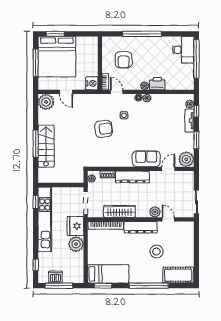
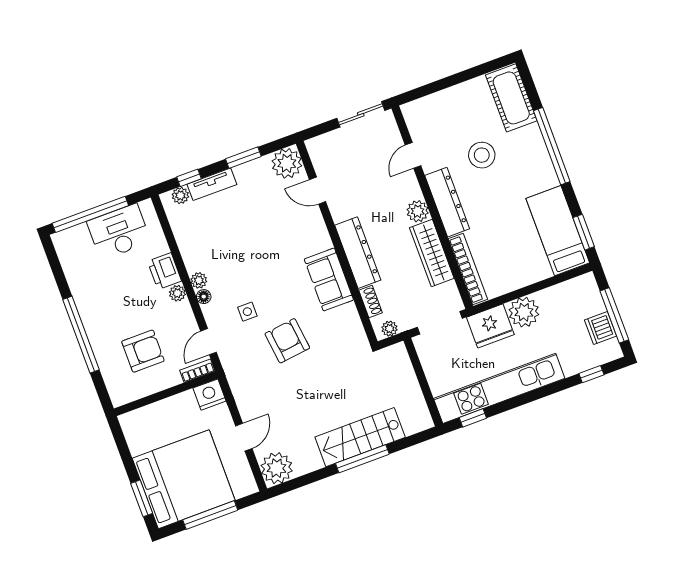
desk: (183, 50) -> (119, 232), moved
sofa: (146, 159) -> (329, 279), moved
plant: (155, 212) -> (418, 211), moved

